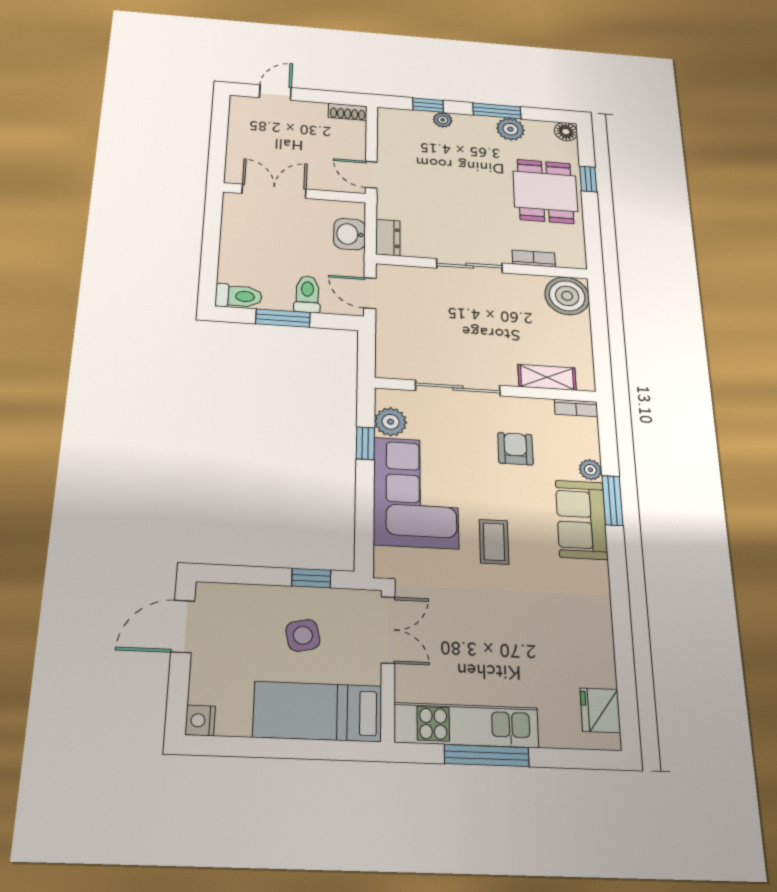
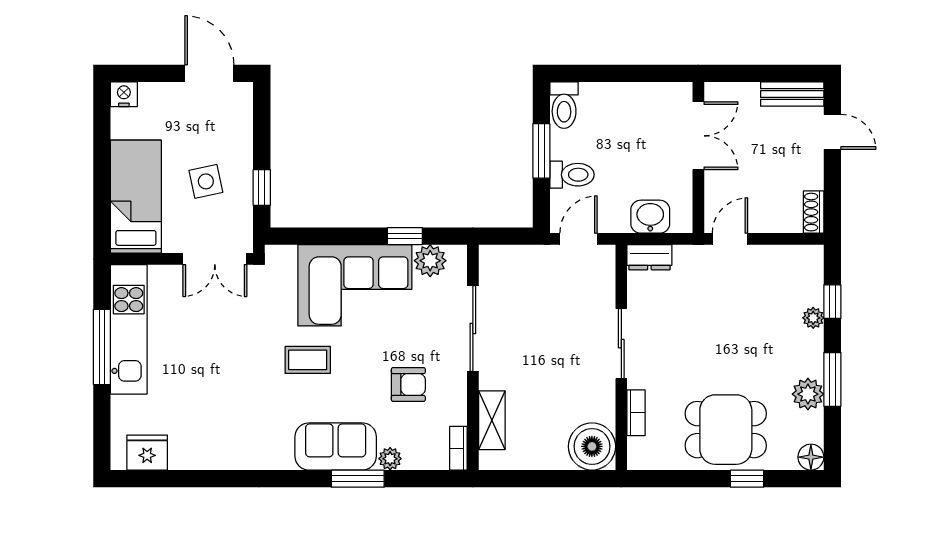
bench: (239, 118) -> (792, 94), added

